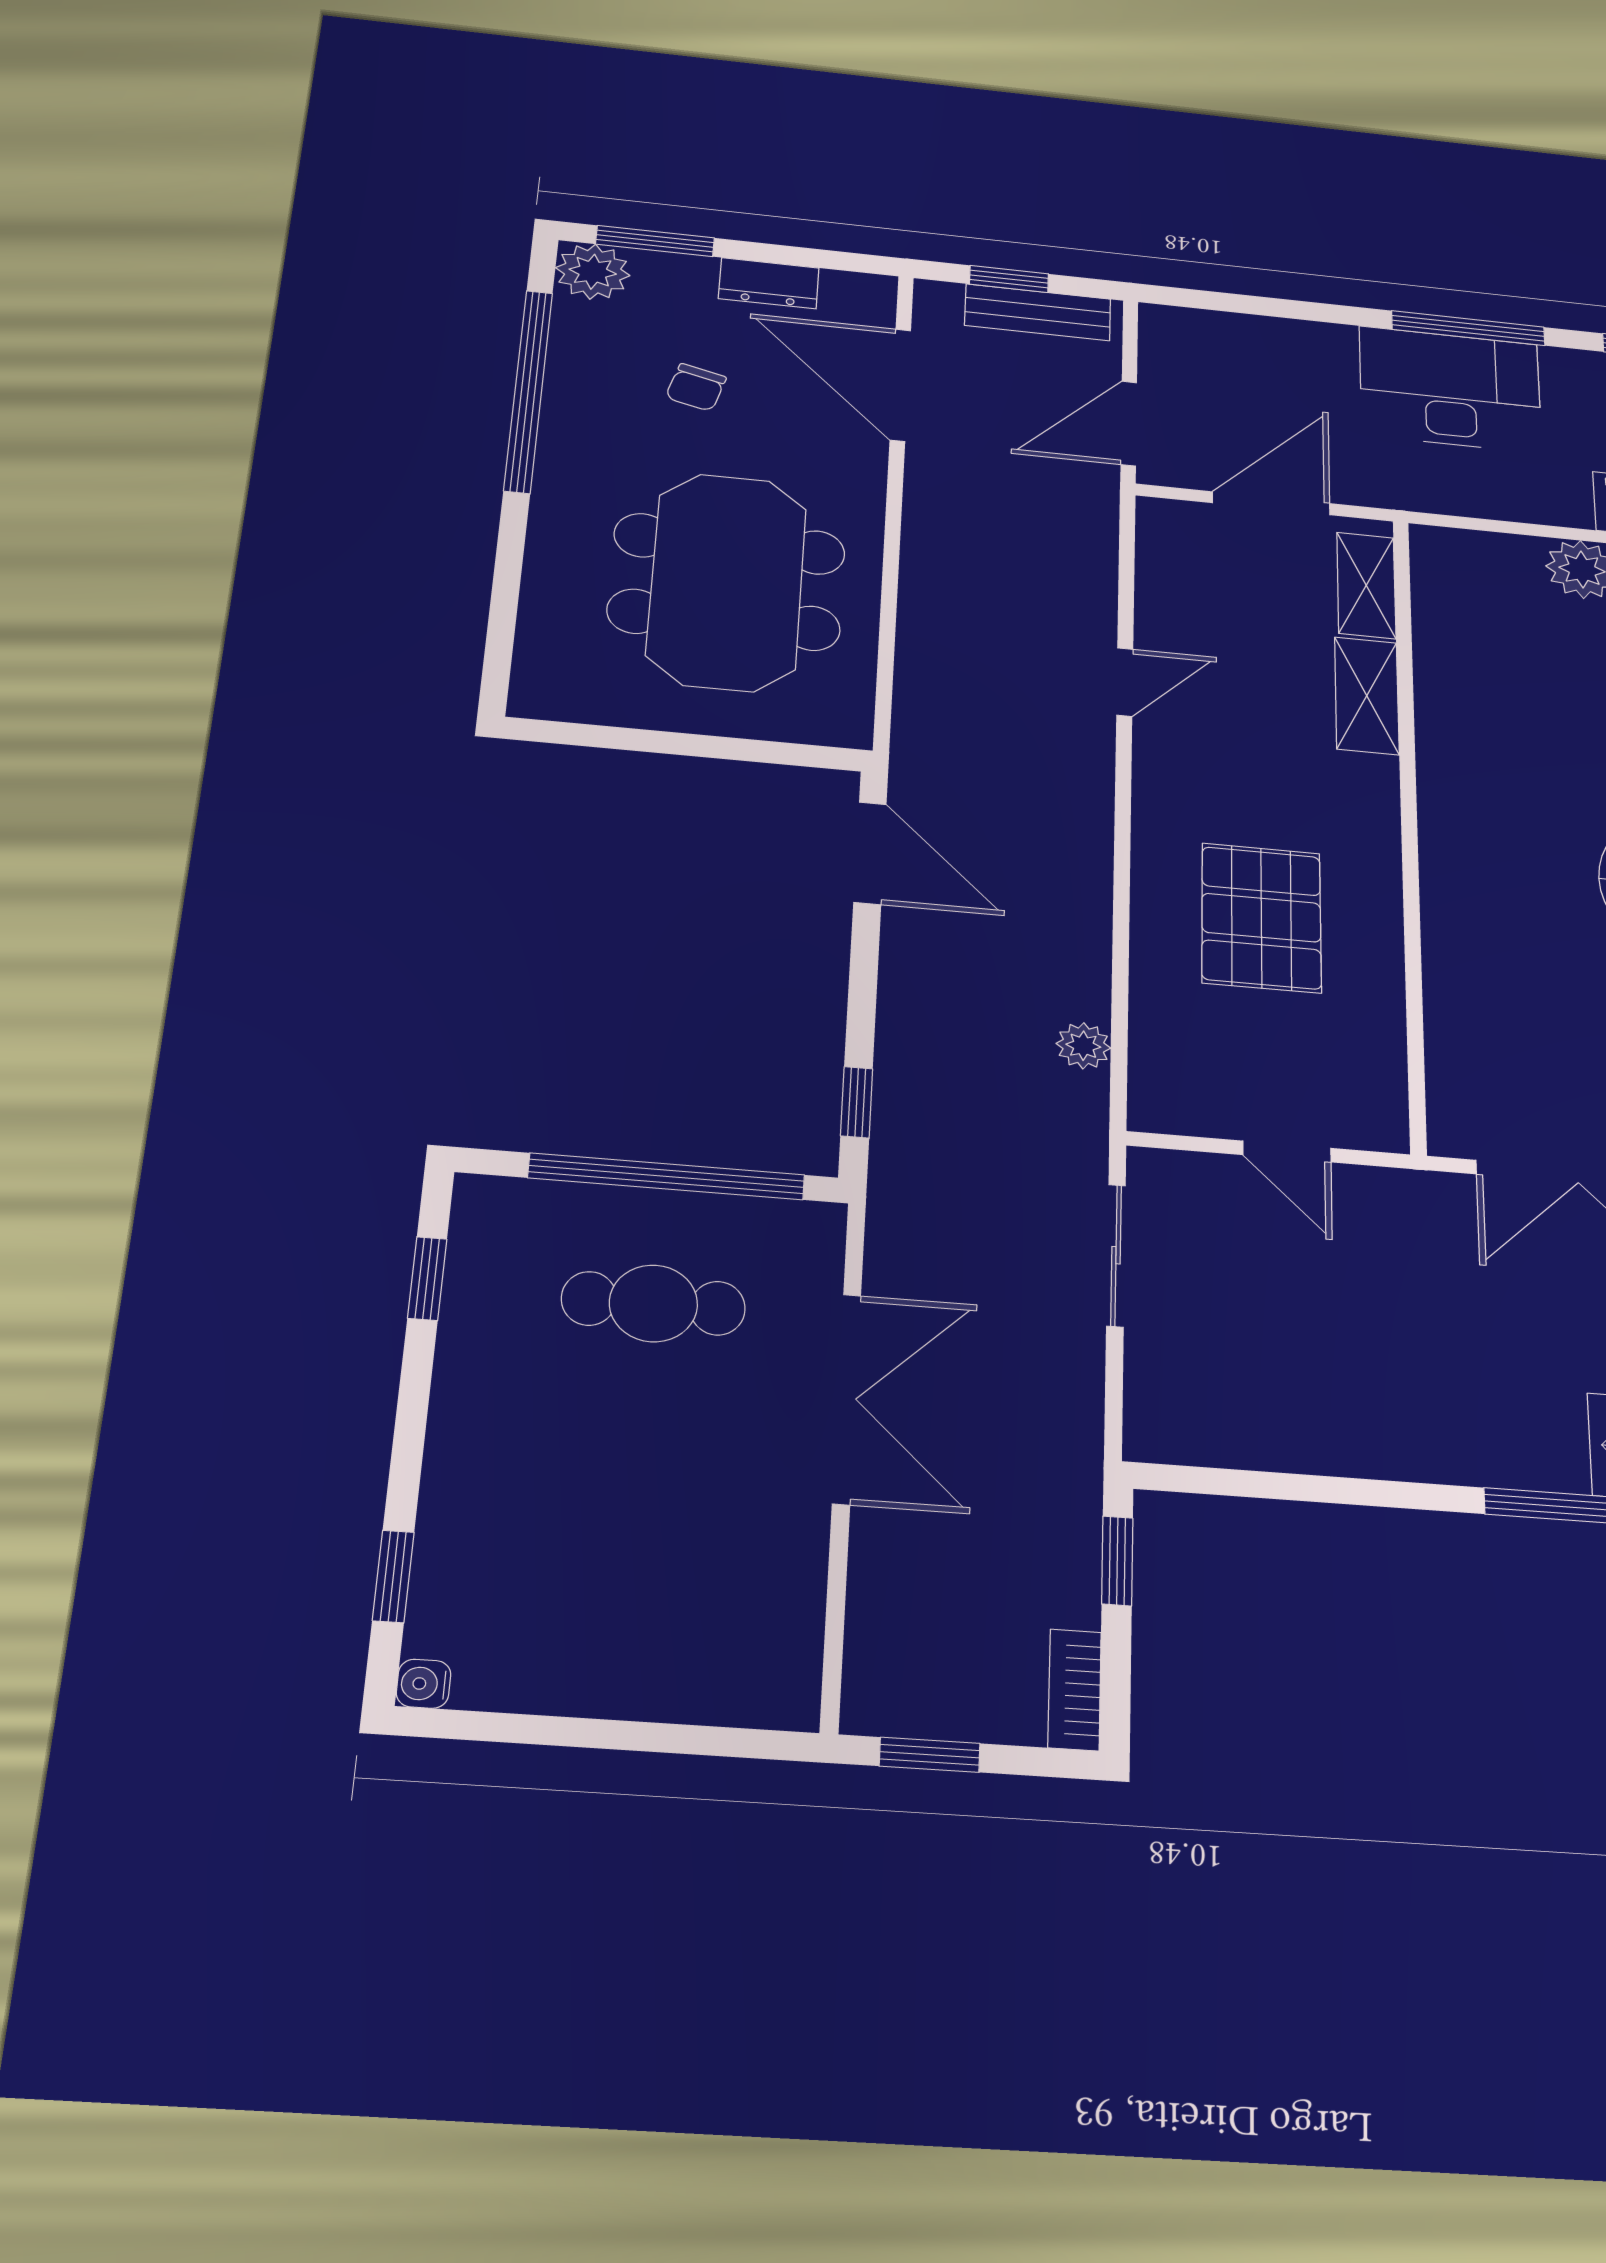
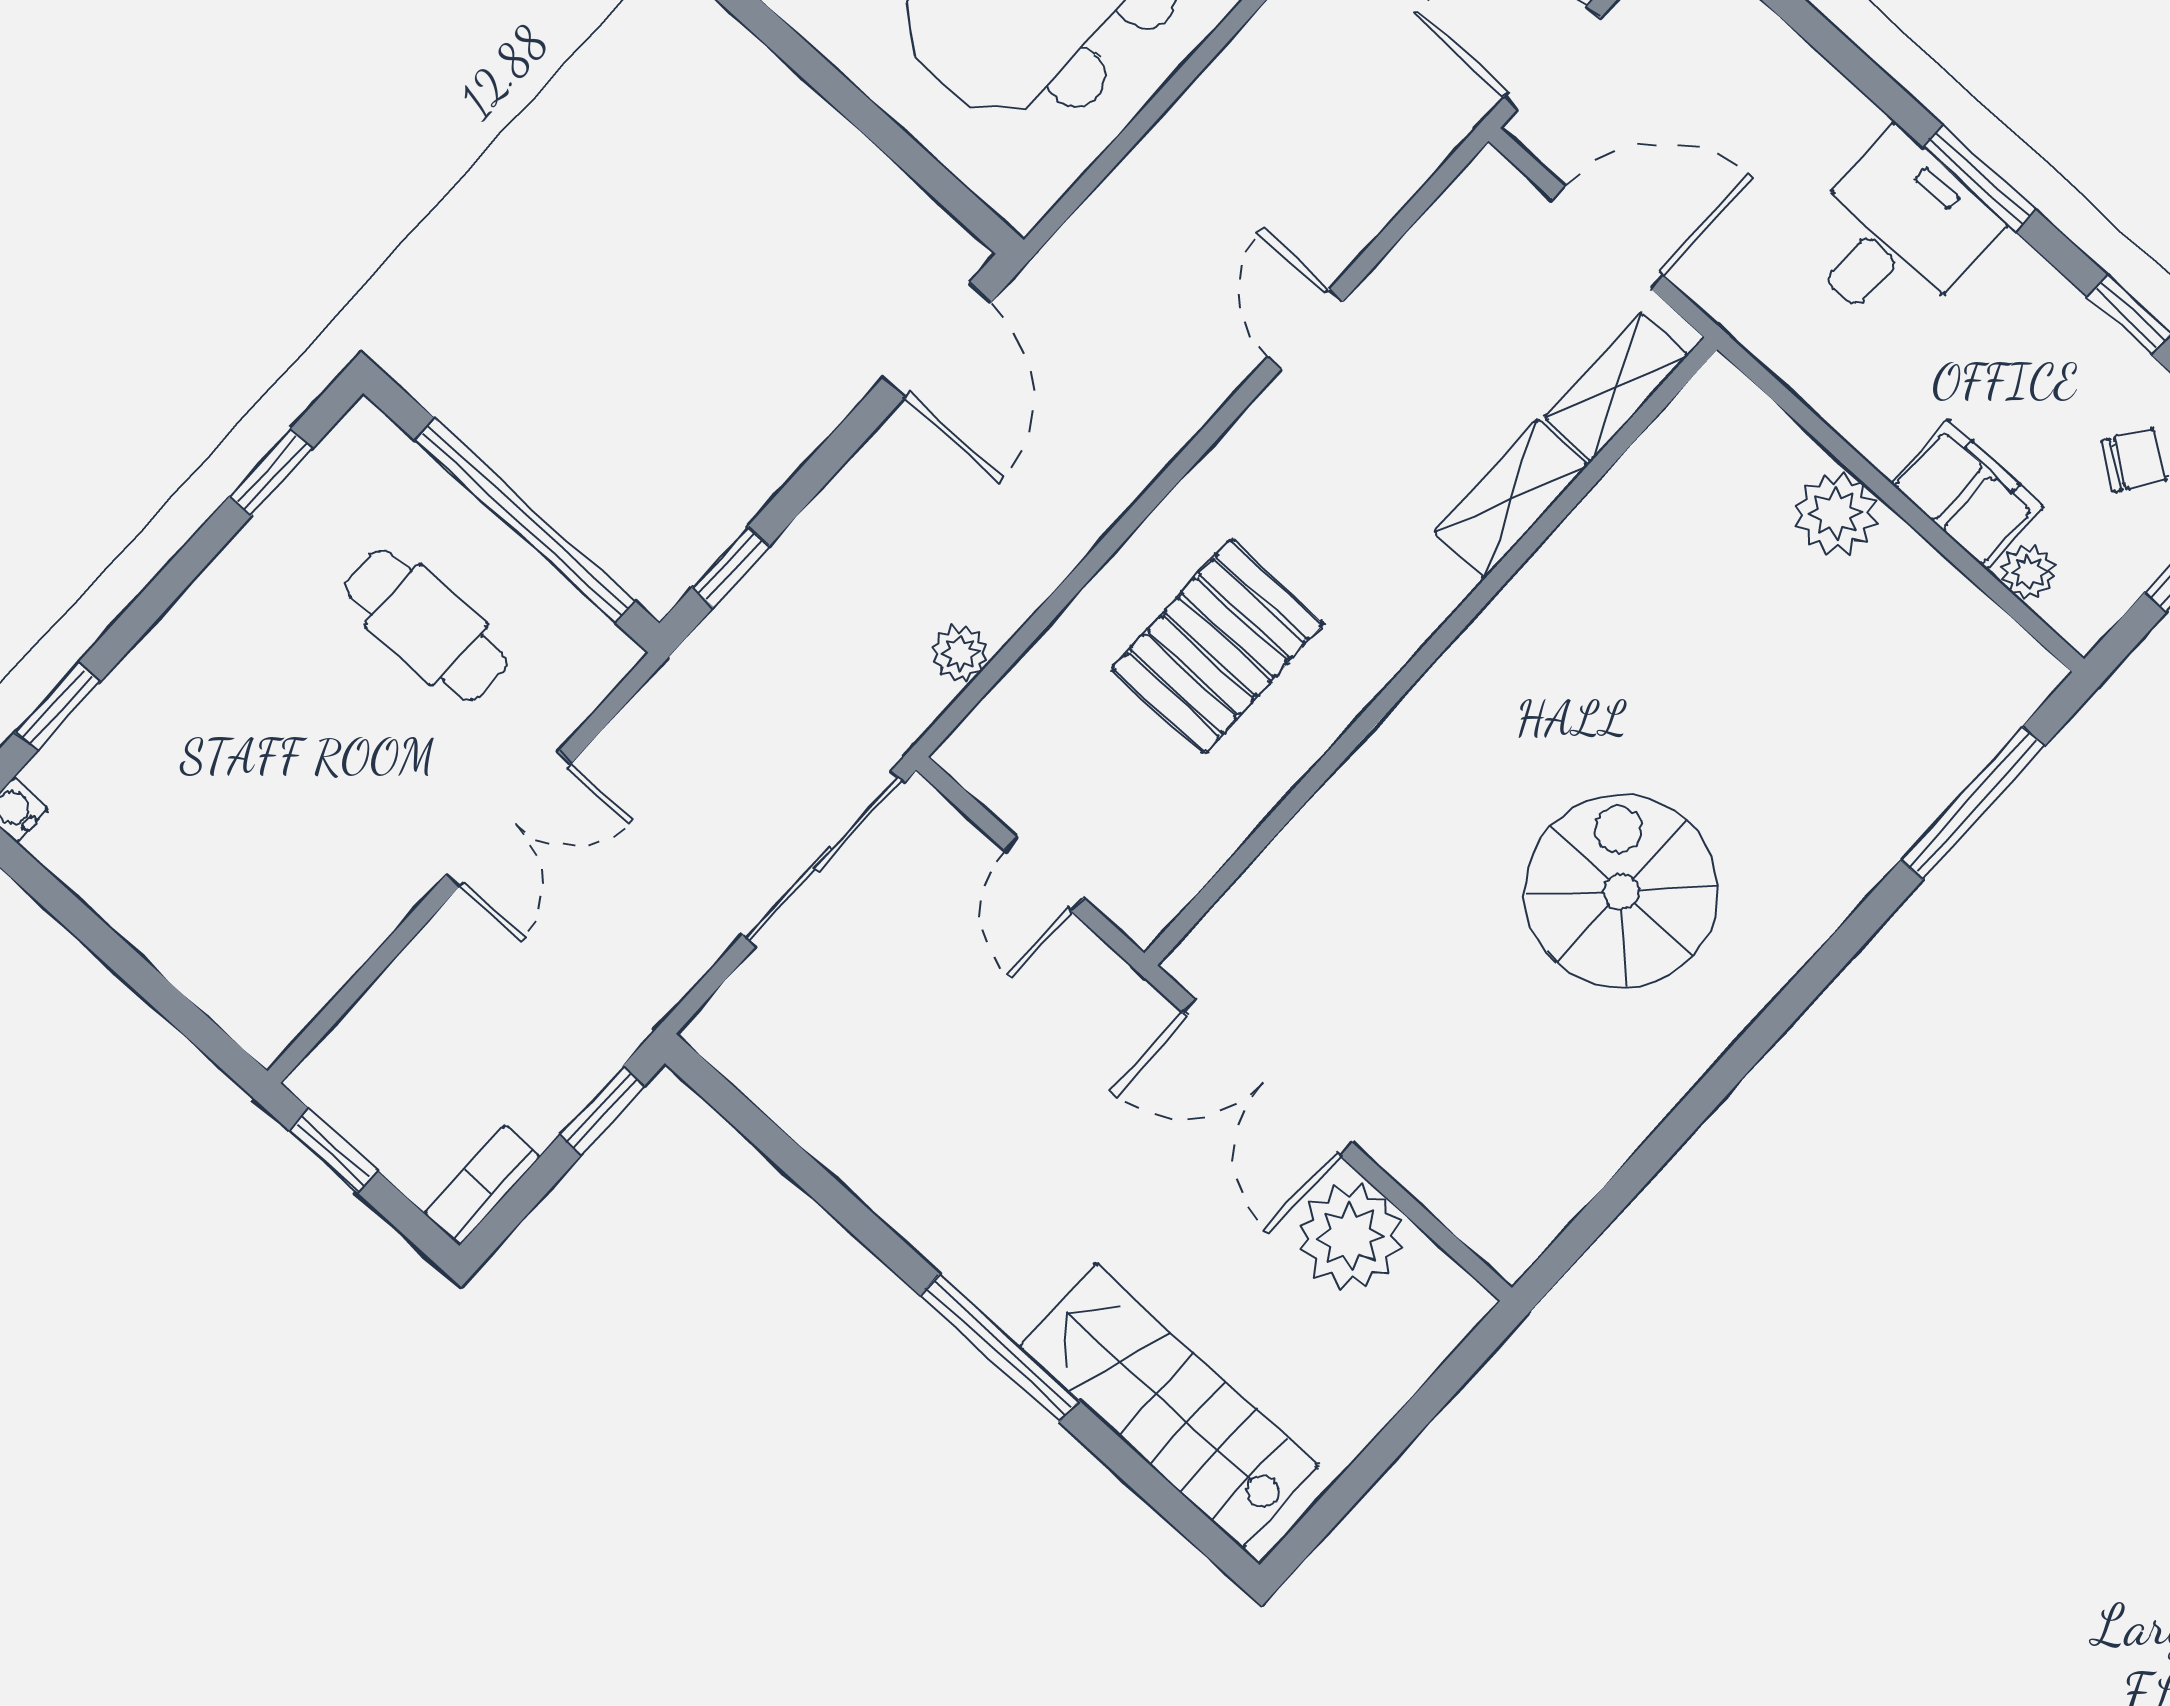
window: (1468, 328) -> (1979, 178), width x0.69
desk: (1450, 389) -> (1896, 234), width x0.73
door: (1125, 682) -> (1305, 329), swing flipped
sliding door: (1116, 1255) -> (823, 859), width x1.37
double door: (847, 1398) -> (509, 819), width x0.73

